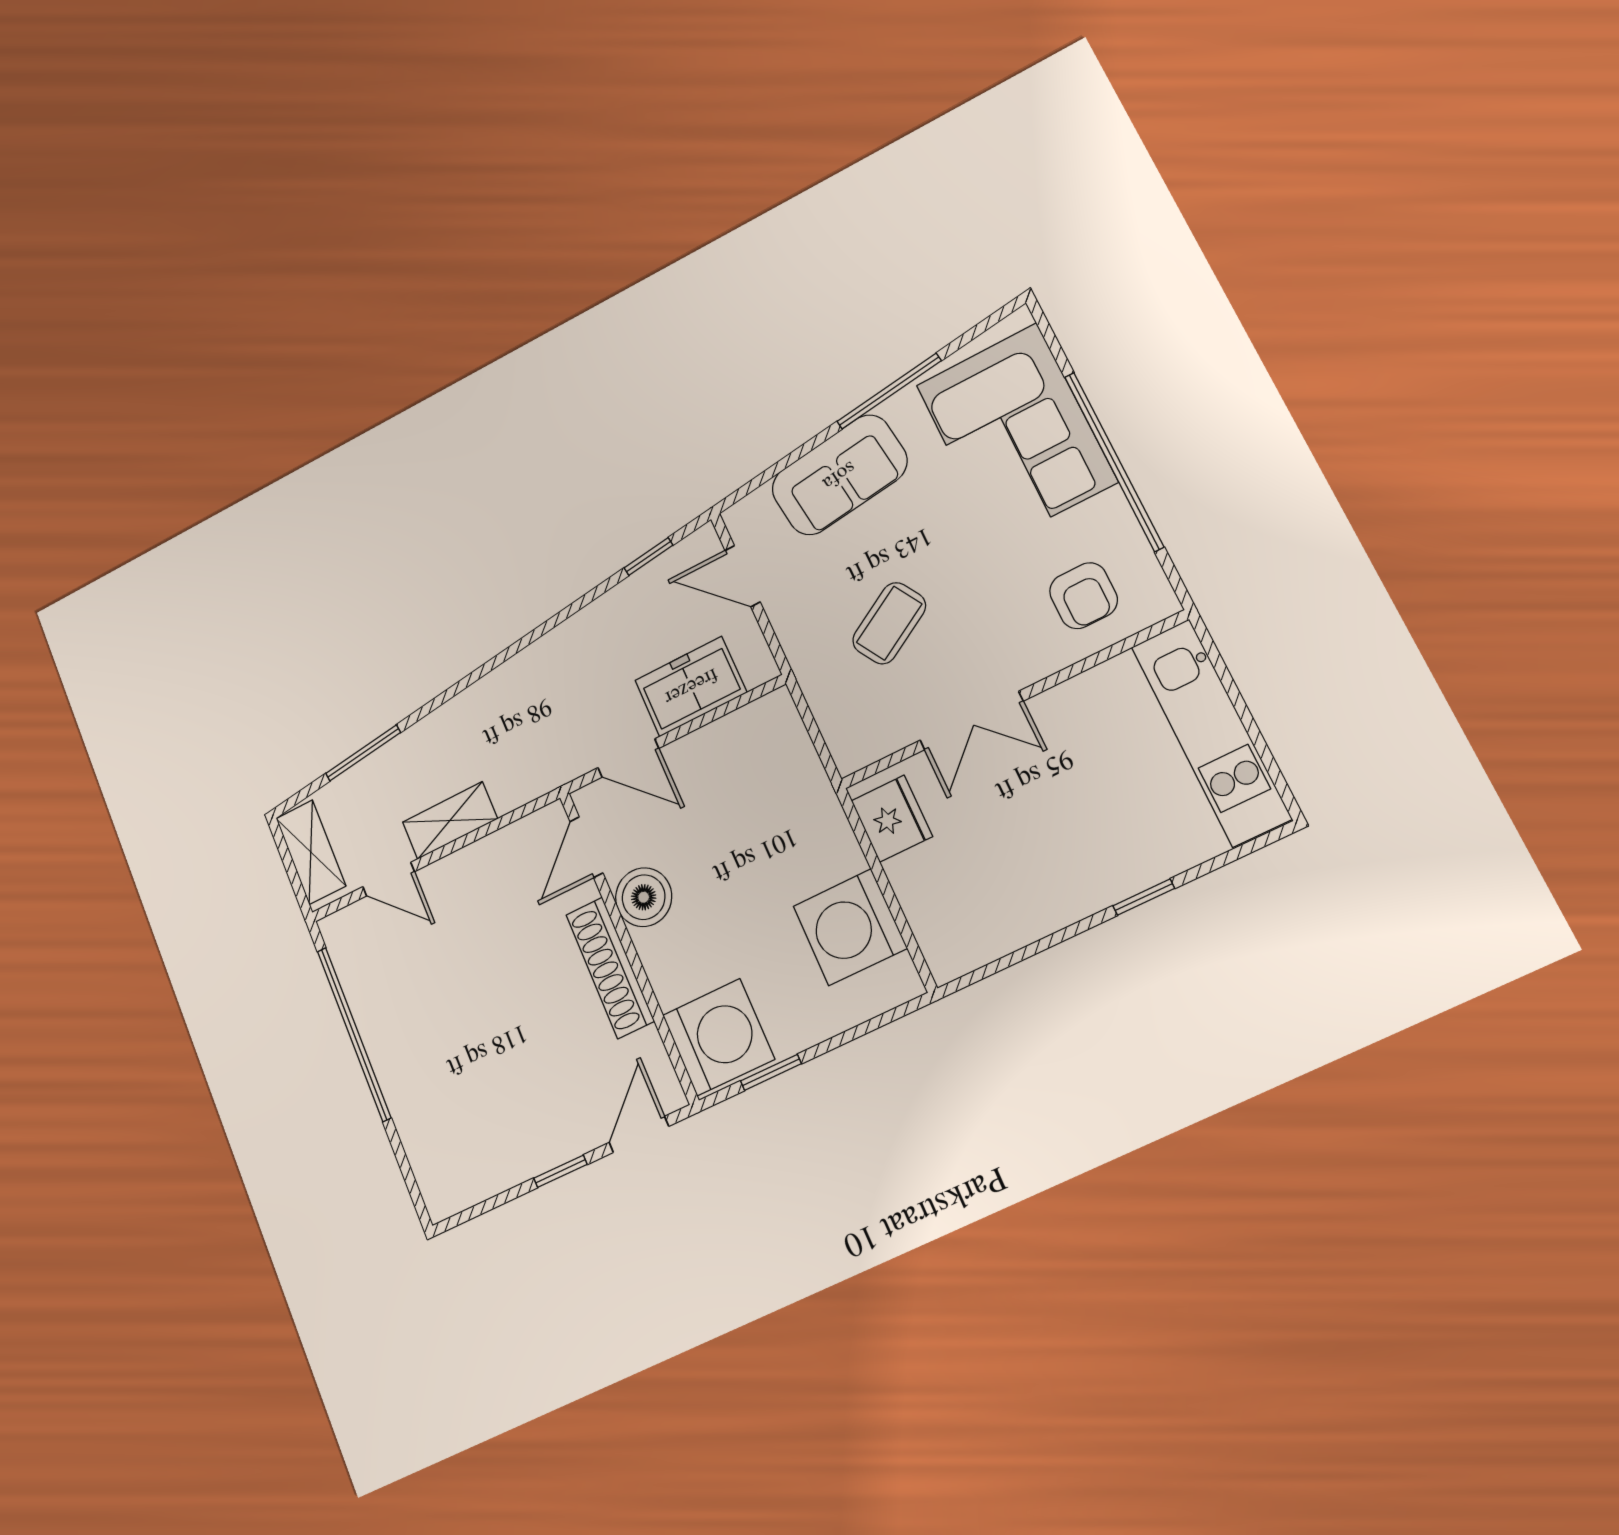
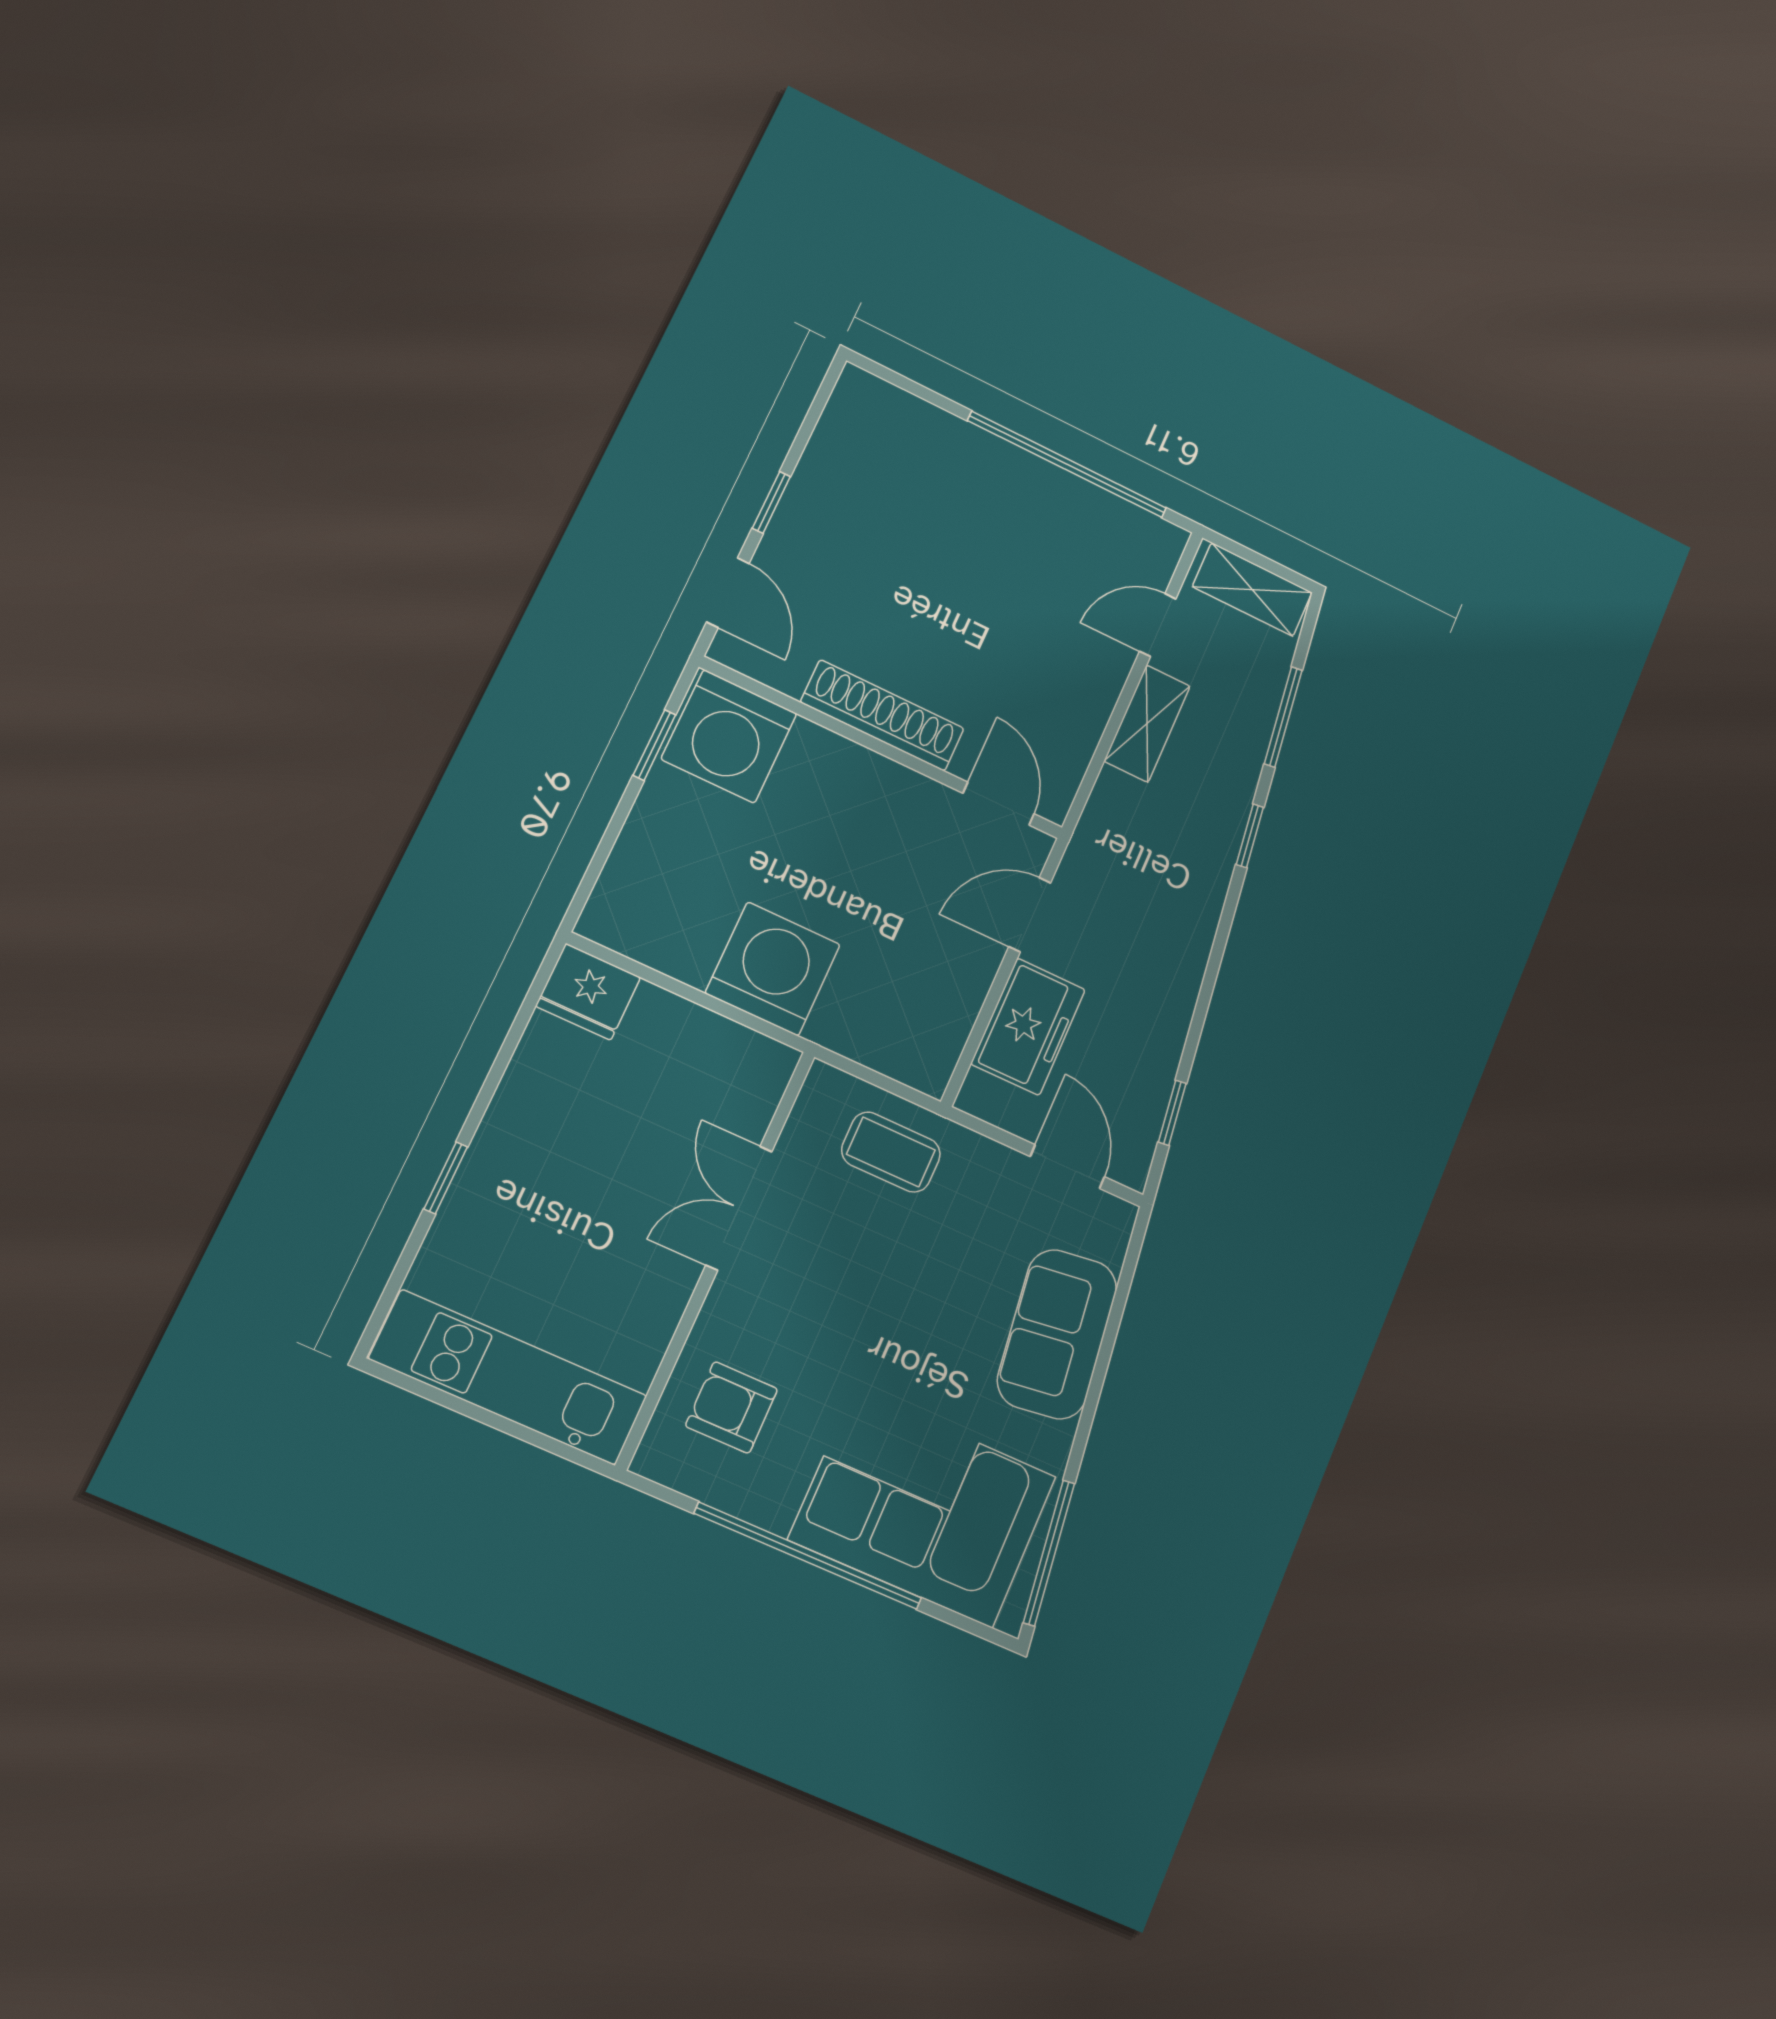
window: (889, 391) -> (1049, 1553), moved
door: (743, 576) -> (1067, 1167), hinge flipped
coffee table: (889, 623) -> (891, 1152), moved, turned -59
window: (449, 694) -> (1250, 836), added
fridge: (892, 819) -> (588, 992), moved
boiler: (644, 897) -> (906, 803), removed
washing machine: (850, 927) -> (773, 969), moved

